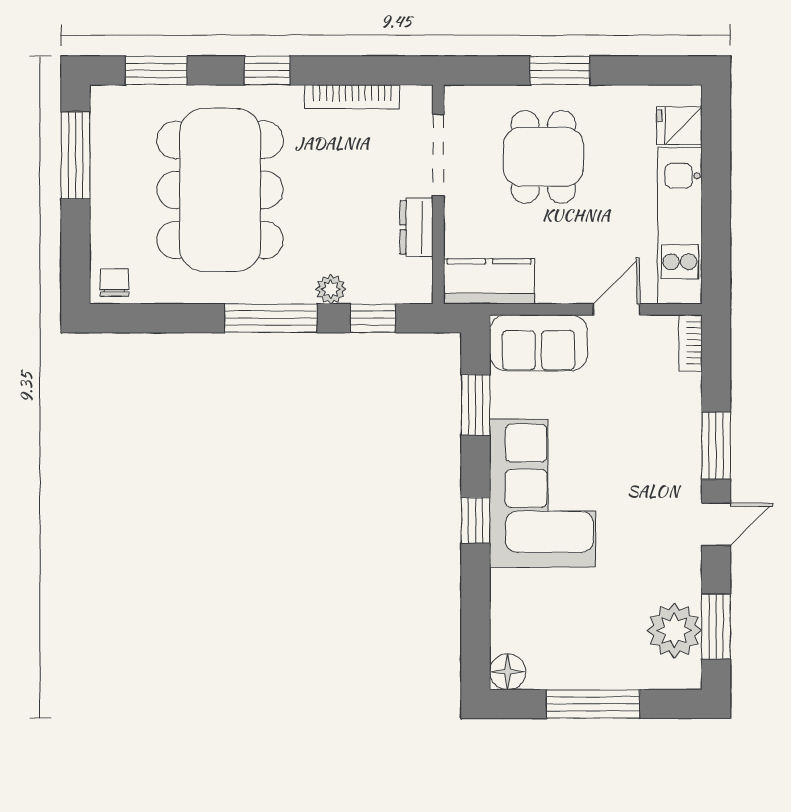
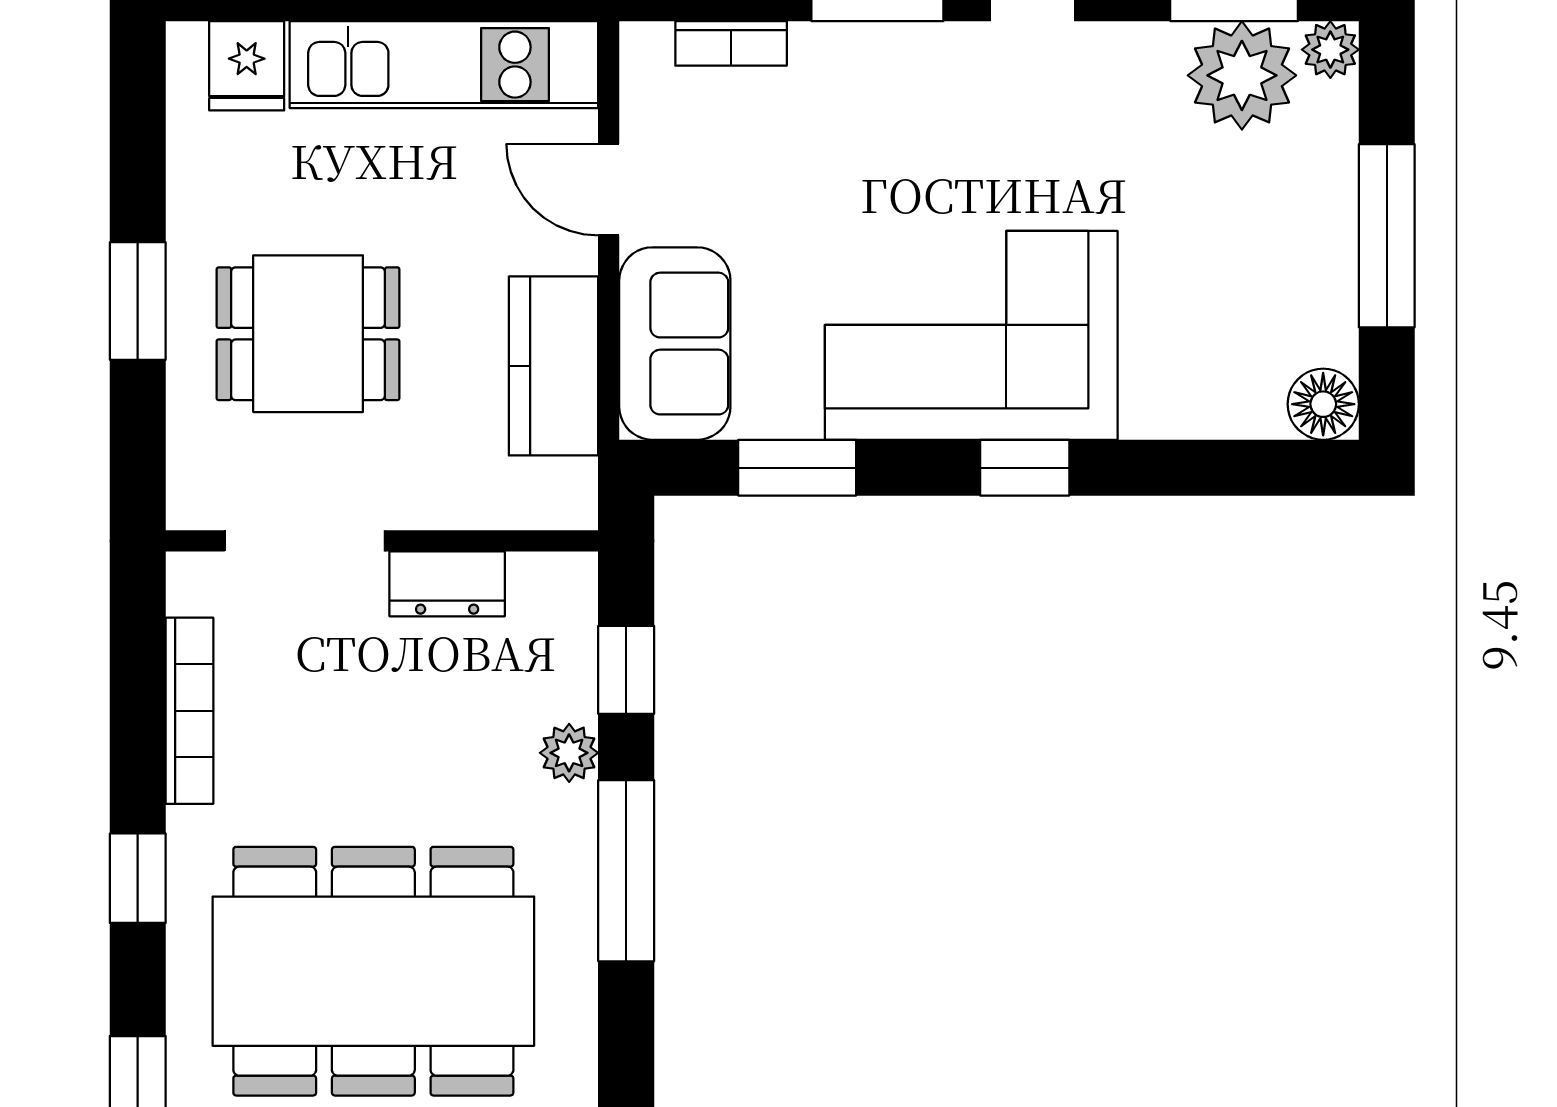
kitchen counter: (489, 281) -> (554, 366), moved
bookcase: (691, 343) -> (731, 43), moved
plant: (687, 675) -> (1330, 50), added

